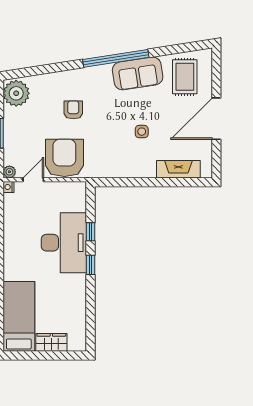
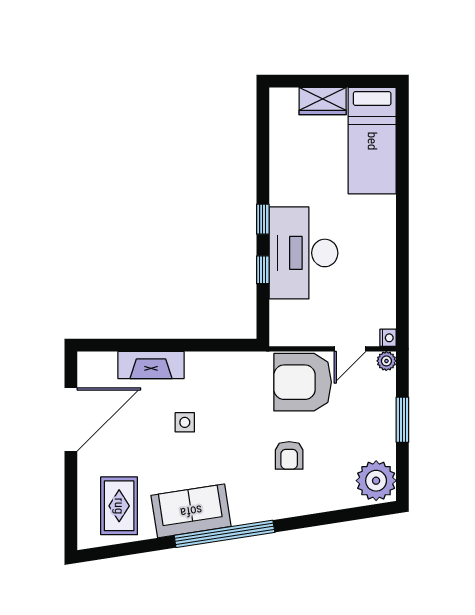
door: (216, 119) -> (71, 419), moved
armchair: (64, 158) -> (303, 382), turned 90
fireplace: (178, 169) -> (151, 365), moved

